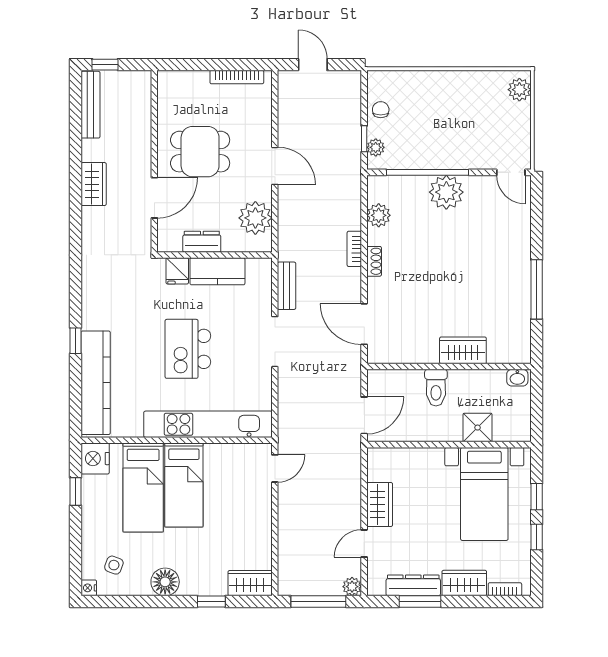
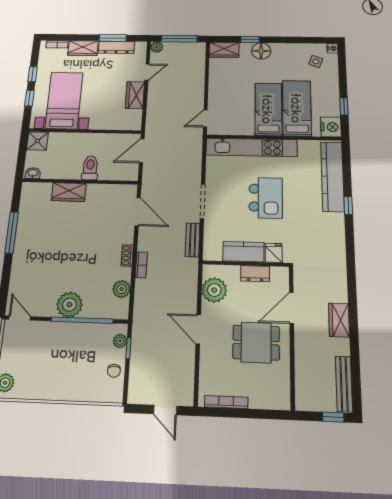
shower: (478, 428) -> (37, 141), moved
floor lamp: (165, 582) -> (261, 51), moved

